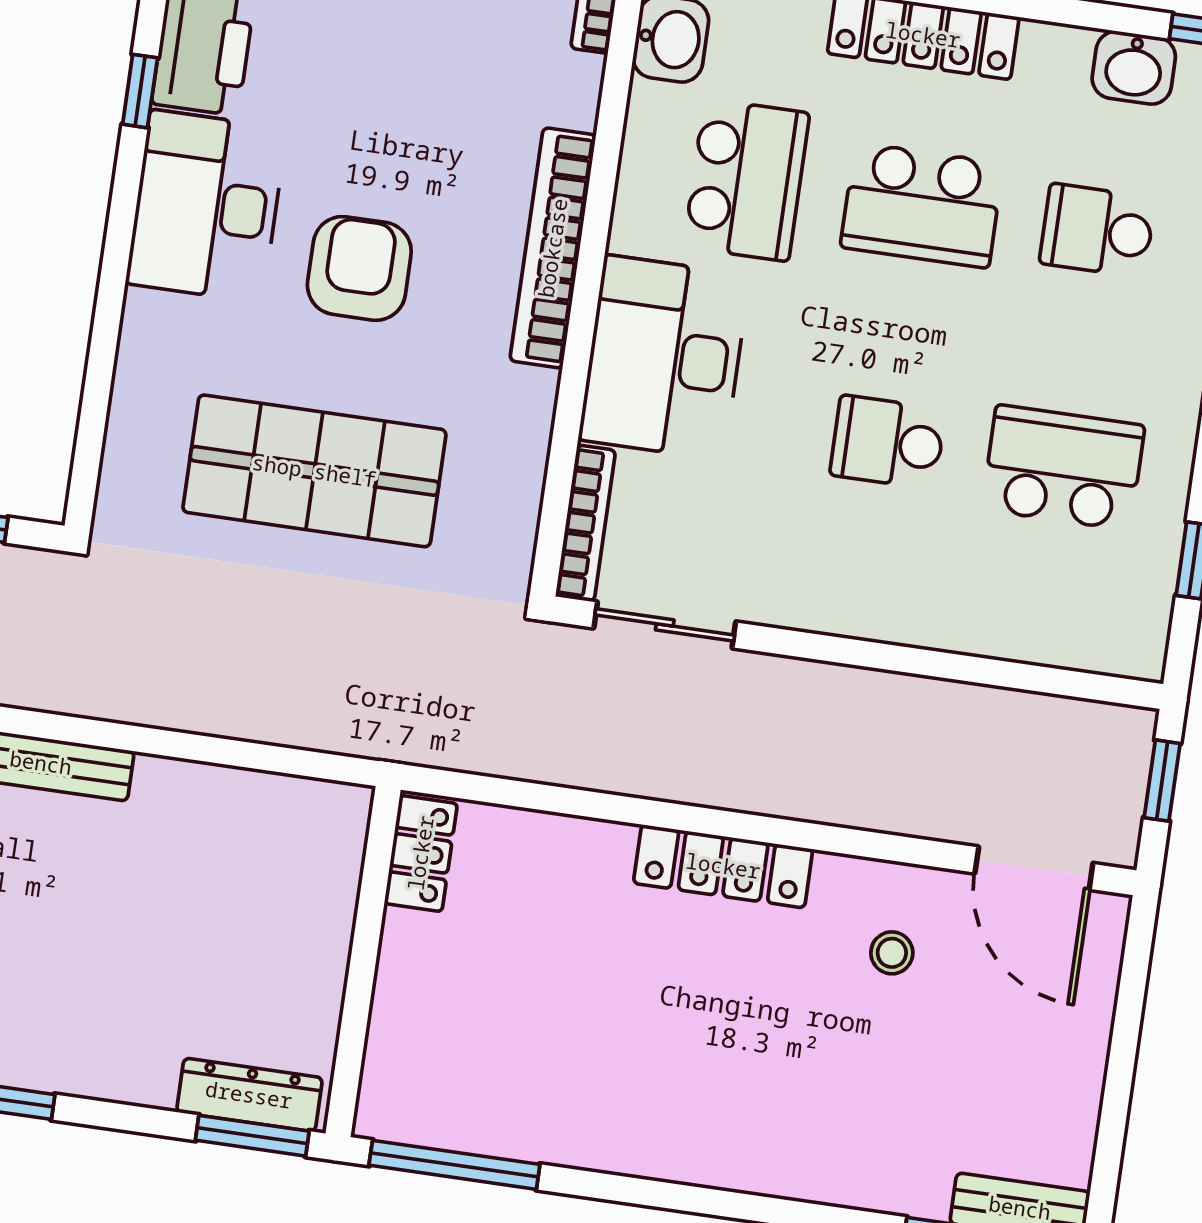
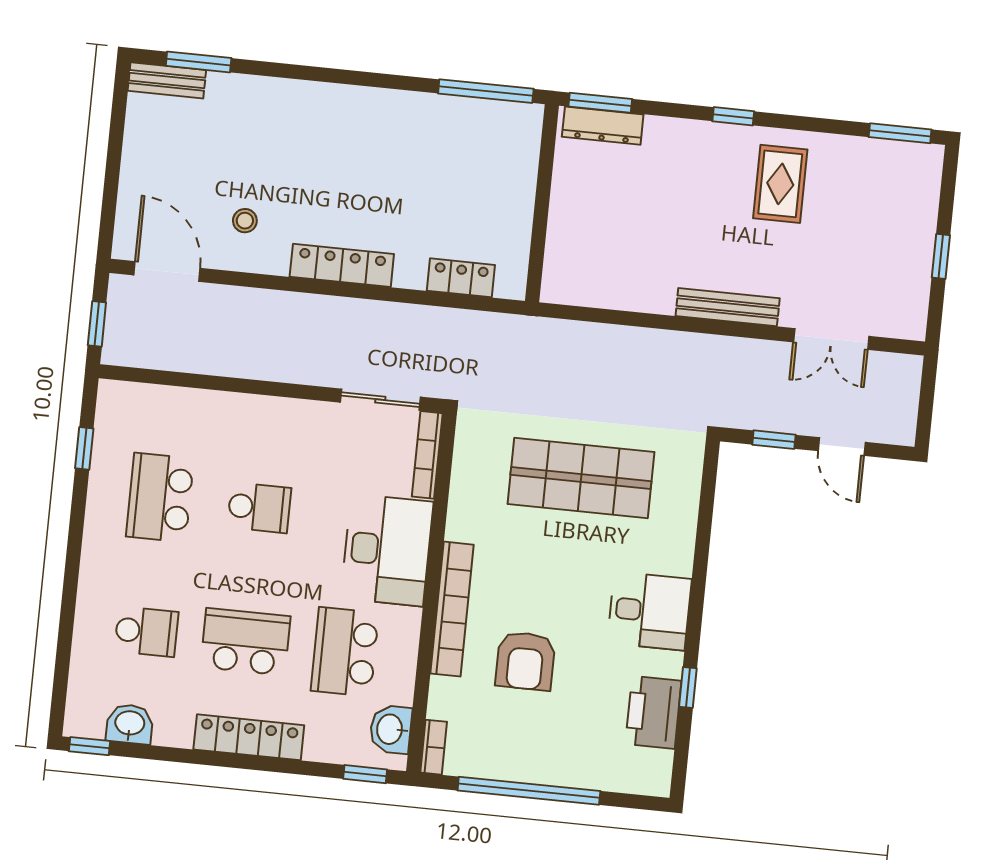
desk: (206, 206) -> (649, 611), width x0.73
armchair: (359, 268) -> (525, 661), moved
school desk: (1063, 467) -> (160, 498), turned 90
locker: (421, 853) -> (461, 278), moved, turned 90

